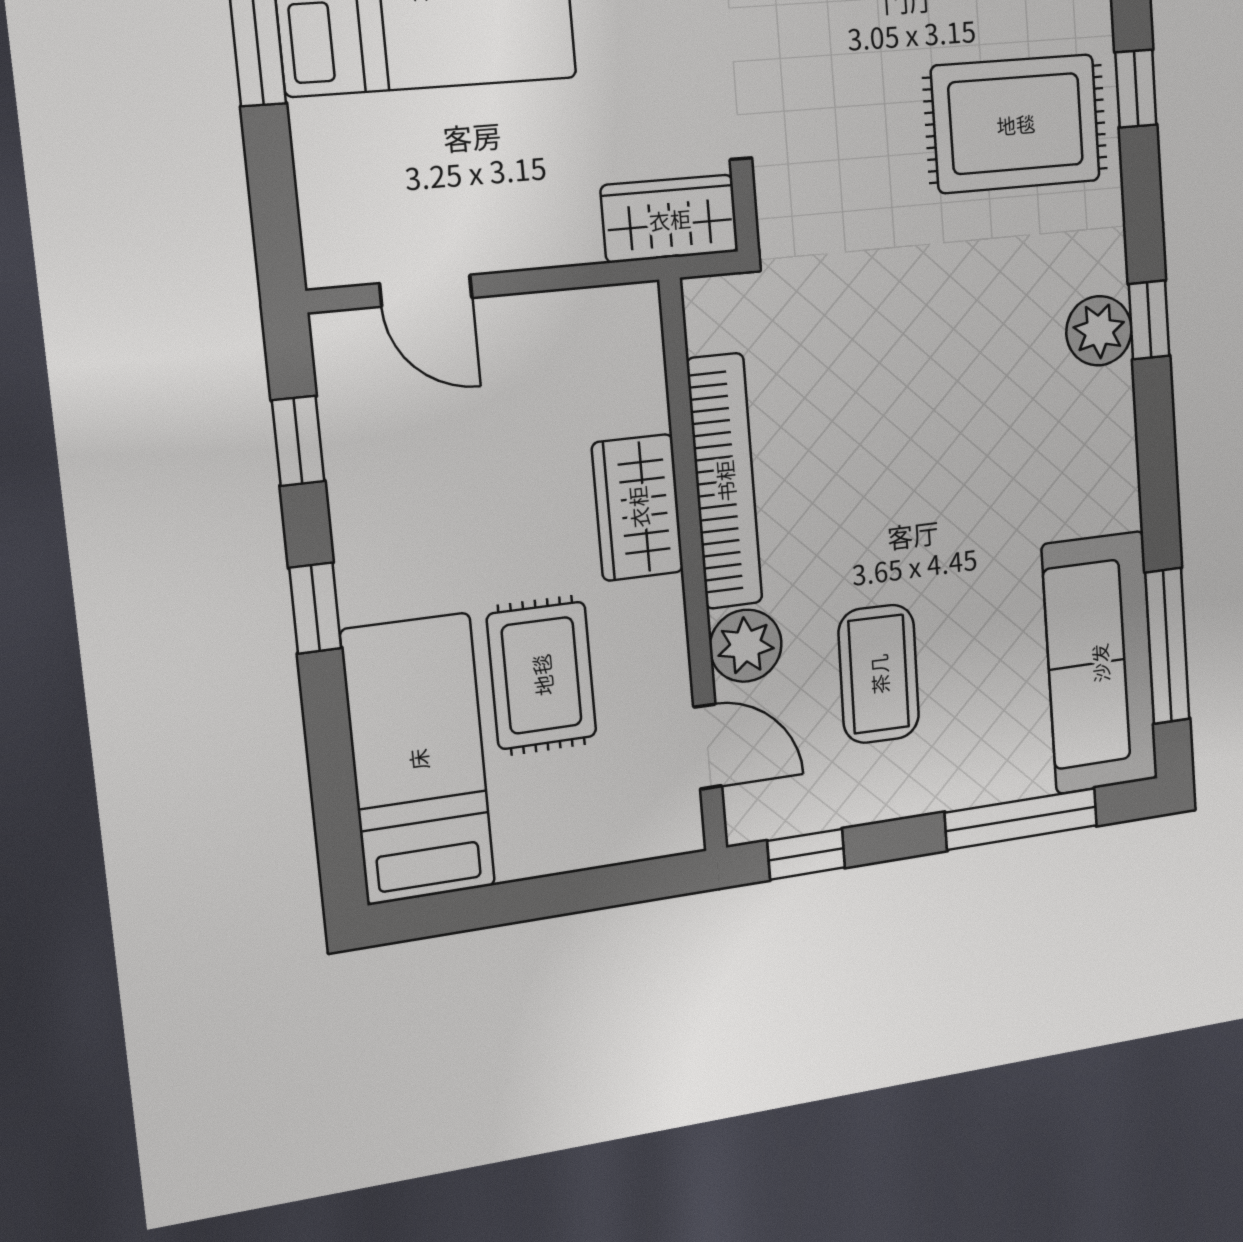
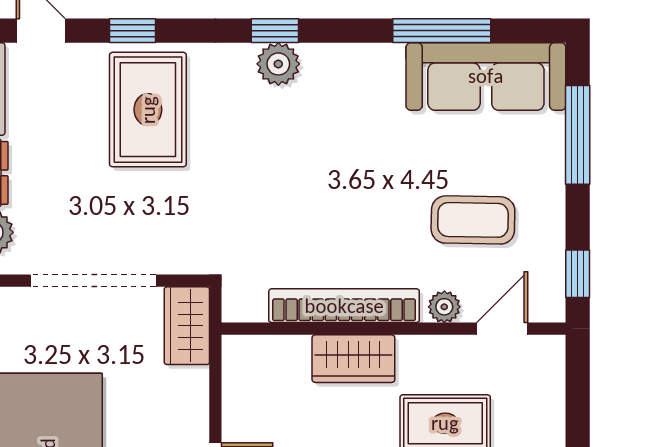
plant: (746, 646) -> (444, 307), width x0.73, depth x0.73
window: (1167, 646) -> (442, 31), moved

